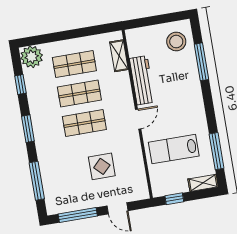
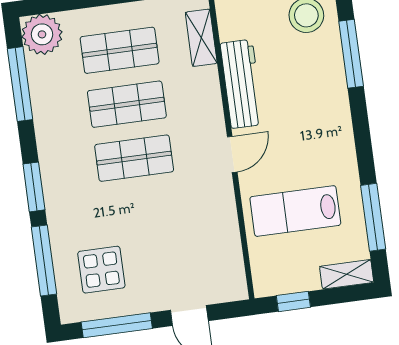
window: (20, 84) -> (20, 84), width x2.17
window: (28, 129) -> (34, 187), moved
display table: (102, 166) -> (101, 270), moved

